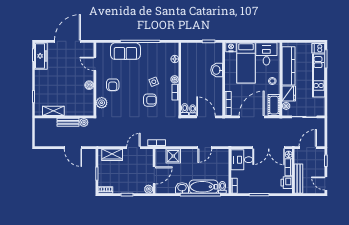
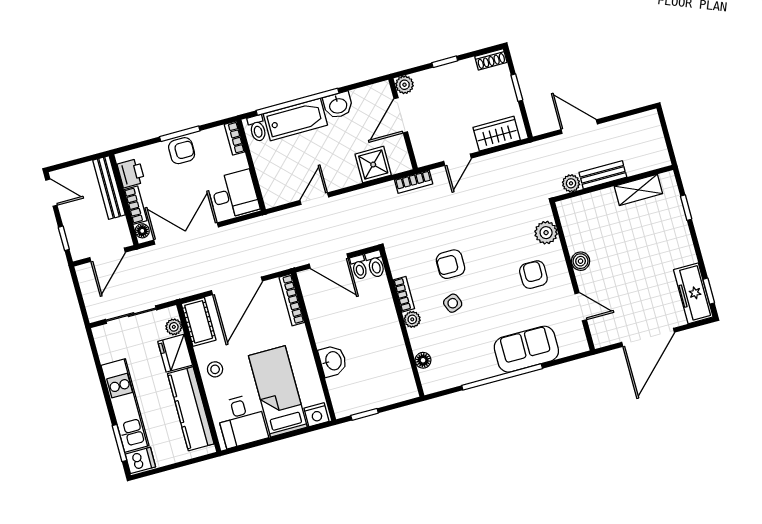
armchair: (260, 187) -> (182, 151), added

